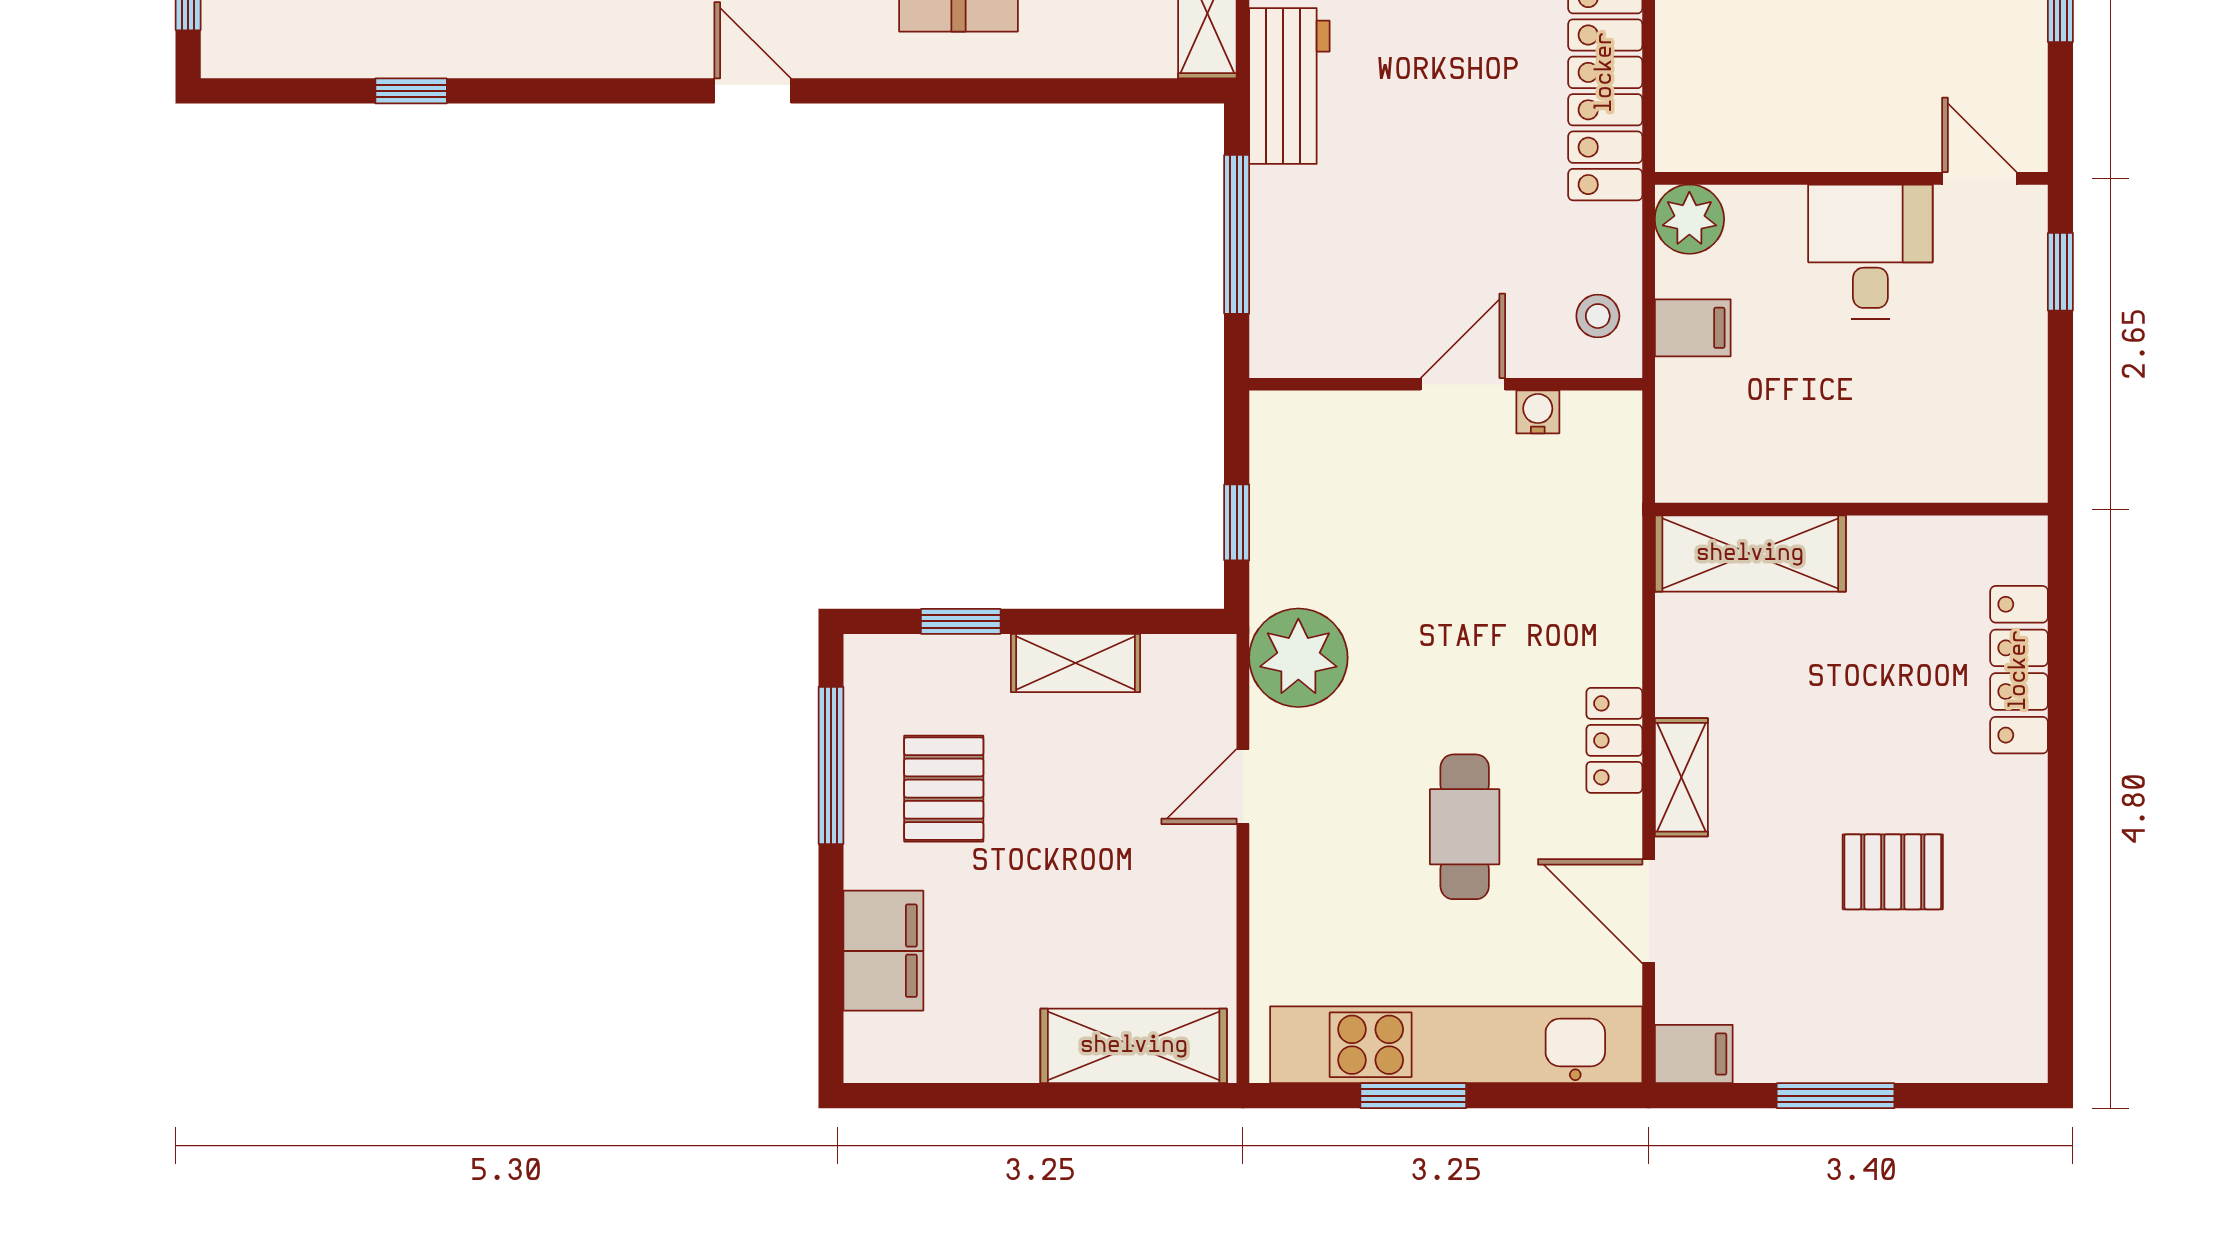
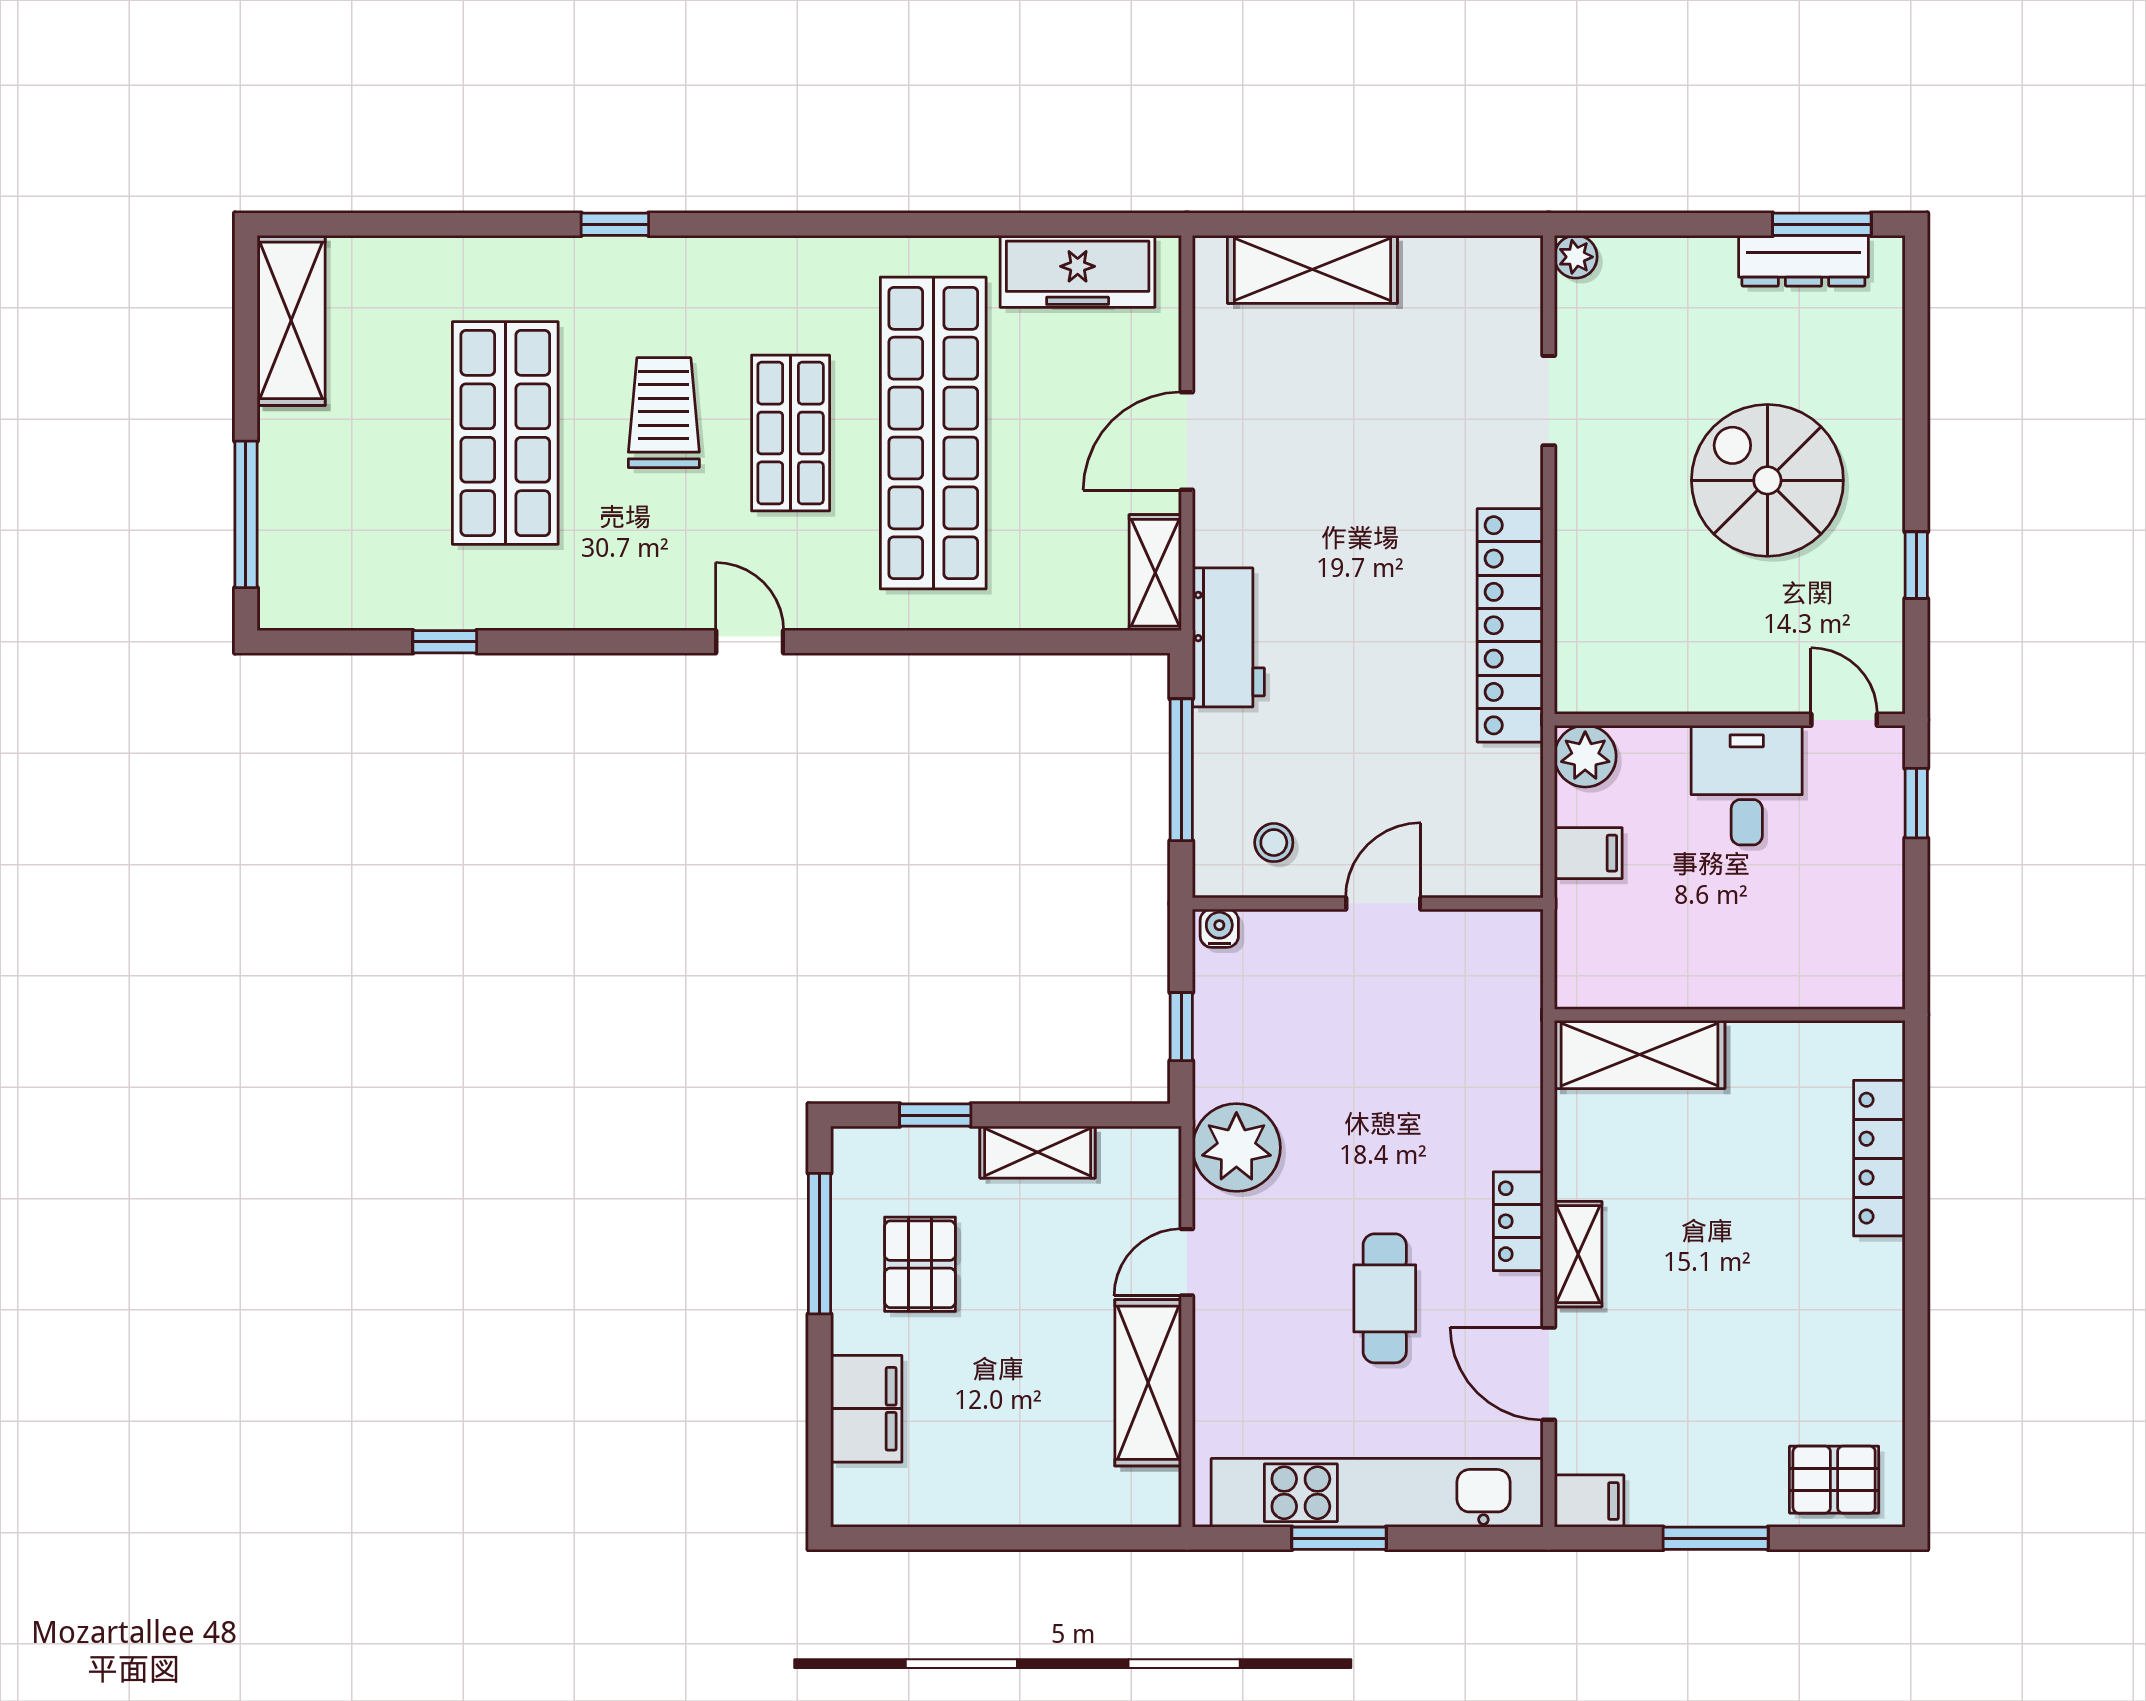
stool: (1598, 316) -> (1274, 843), moved
water cooler: (1538, 412) -> (1219, 928), moved
pallet: (1893, 872) -> (1834, 1480), moved
shelving: (1134, 1046) -> (1148, 1383), moved, turned 90

